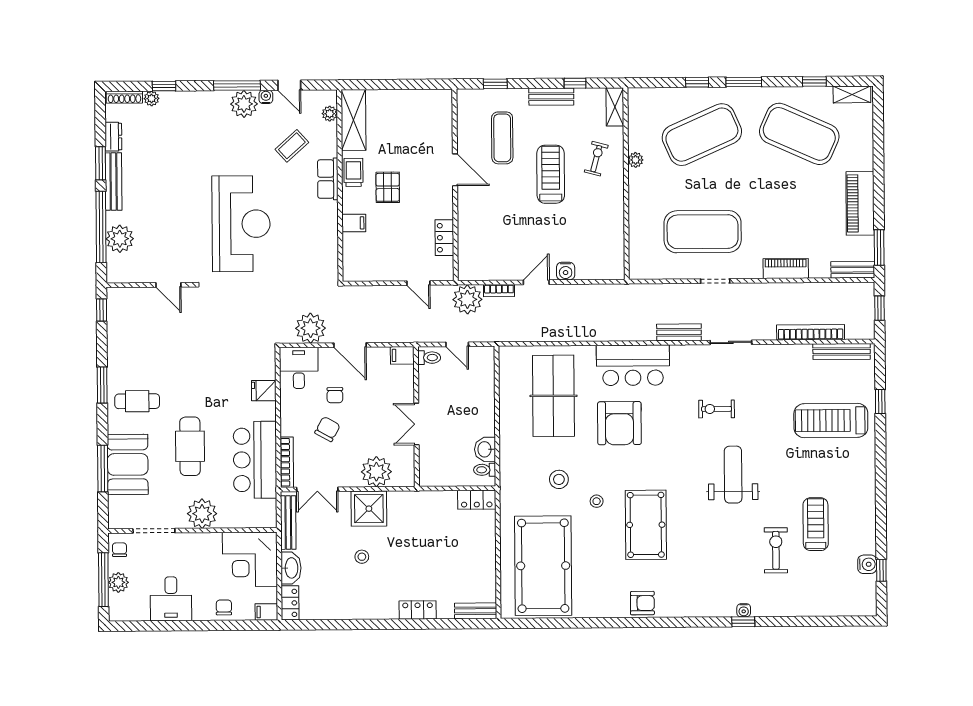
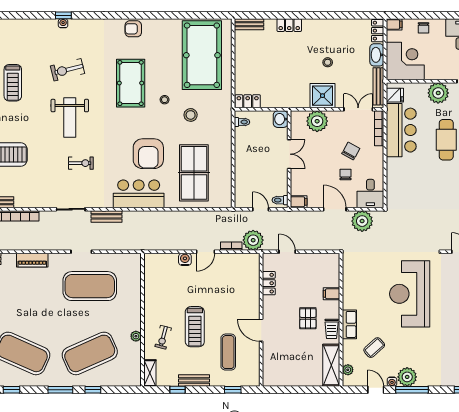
fridge: (264, 391) -> (395, 95), moved
armchair: (619, 423) -> (148, 154), turned 180
chair: (327, 429) -> (351, 151), turned 180
washbasin: (485, 449) -> (281, 119), moved, turned 180
exercise bike: (776, 550) -> (67, 70), moved, turned 76

